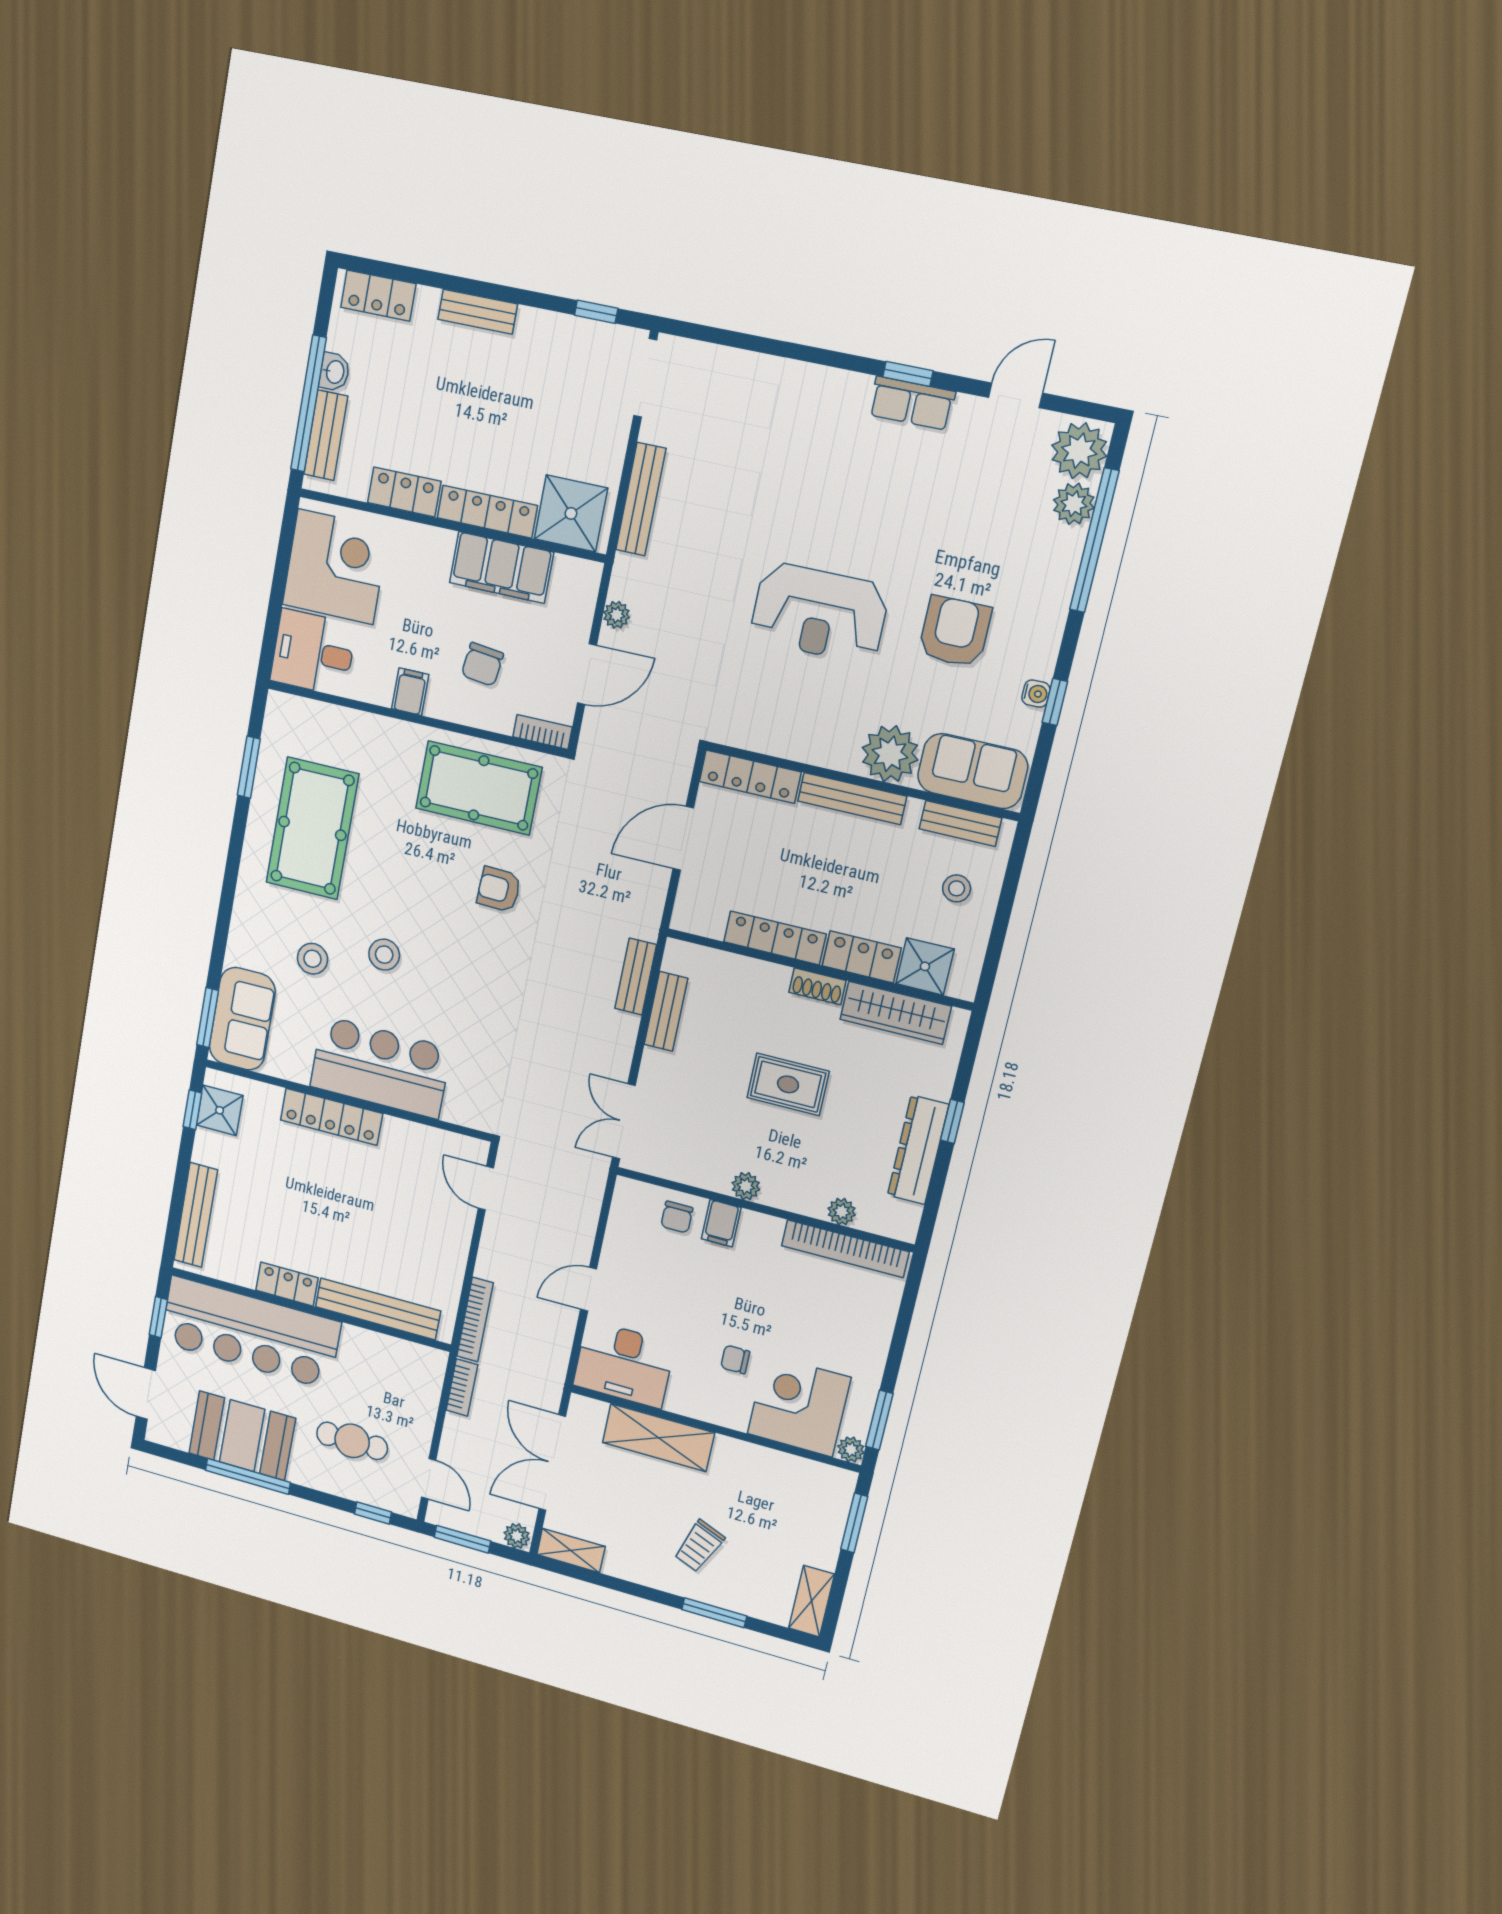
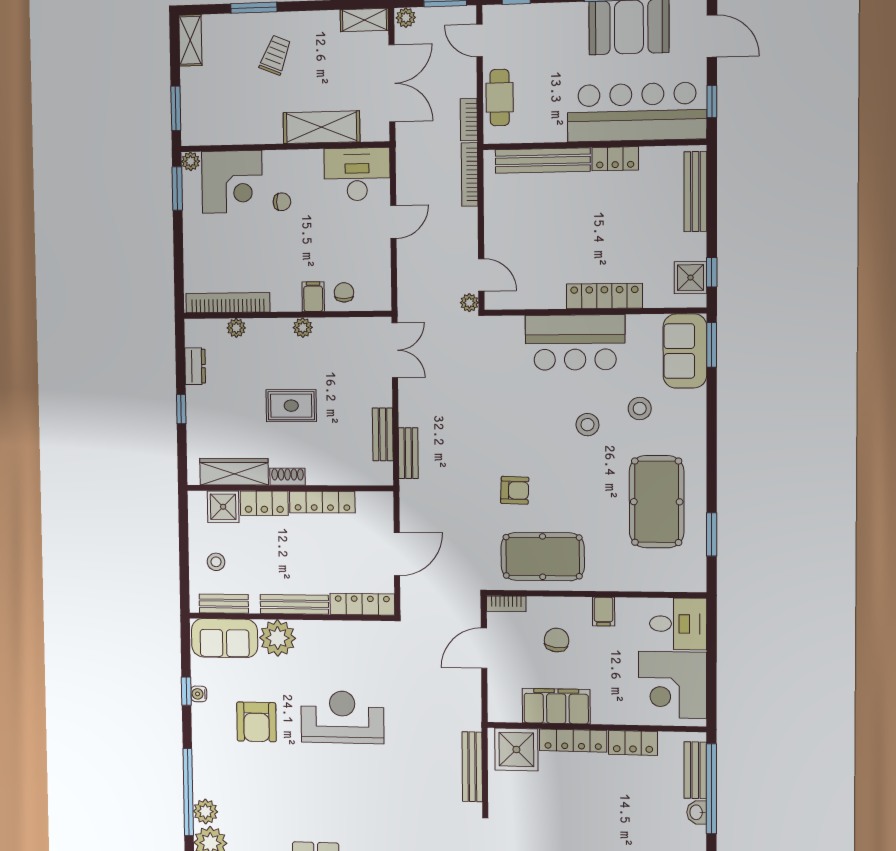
plant: (617, 615) -> (469, 303), moved
dresser: (918, 1150) -> (195, 366), width x0.51, depth x0.80
cafe table: (352, 1441) -> (500, 97), moved, turned 90

